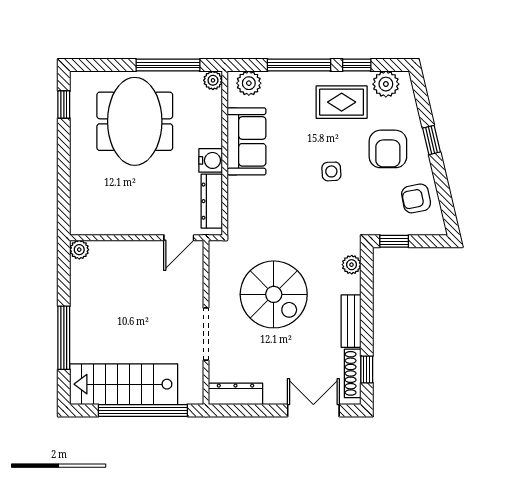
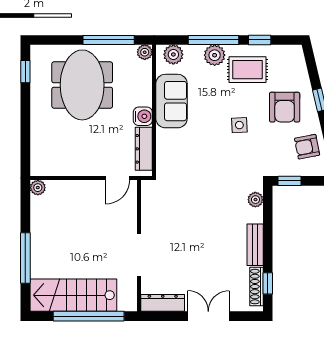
plant: (386, 84) -> (215, 55), moved
spiral stairs: (274, 294) -> (193, 223), removed
double door: (313, 410) -> (208, 316), moved

